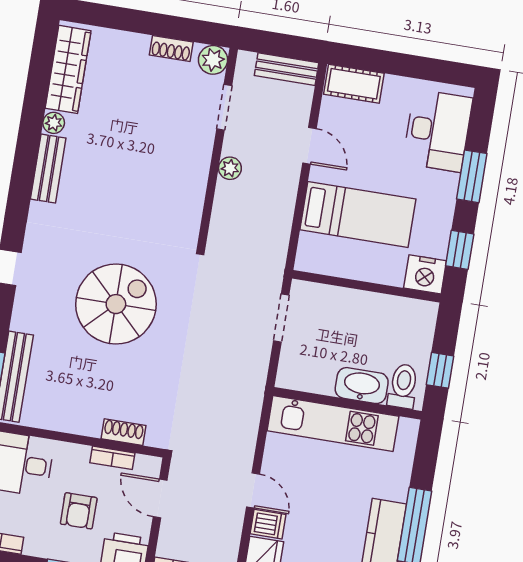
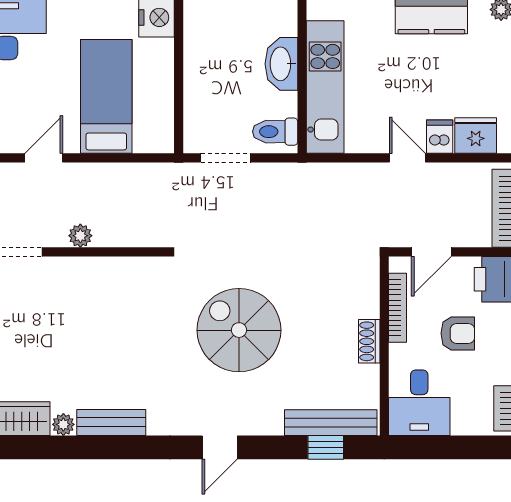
toilet: (403, 386) -> (275, 132), moved
shoe rack: (123, 432) -> (369, 341), moved
bookcase: (112, 458) -> (398, 308), width x1.56
door: (253, 490) -> (407, 158), hinge flipped

